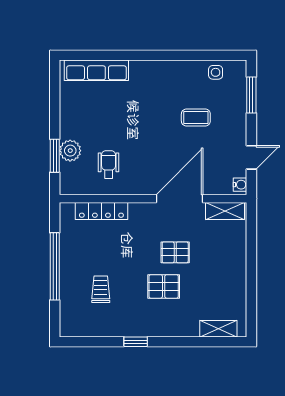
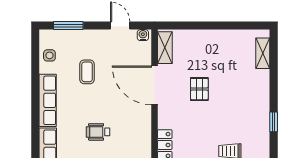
row of seats: (162, 70) -> (48, 100), added
wheelchair: (109, 165) -> (98, 132), moved
pallet: (164, 286) -> (228, 99), removed

